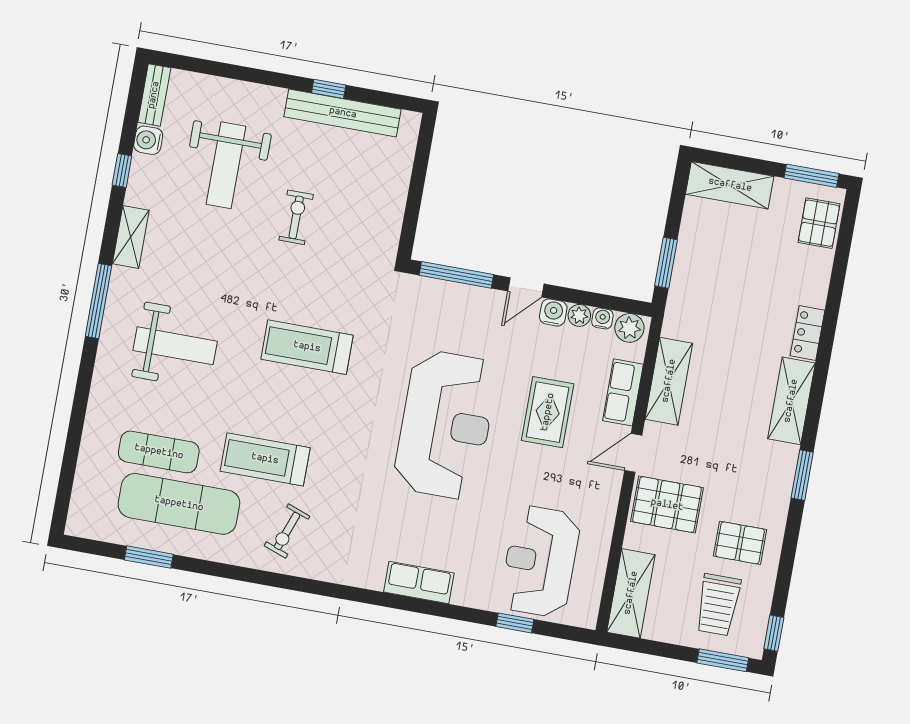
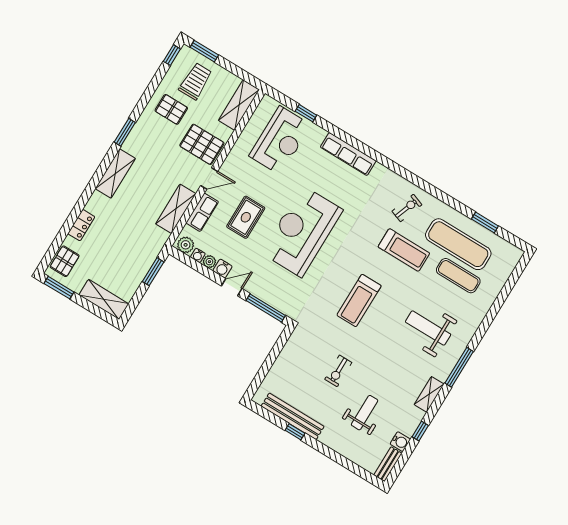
weight bench: (226, 165) -> (365, 413), width x0.73, depth x0.75
locker: (807, 333) -> (81, 225), moved
treadmill: (307, 347) -> (359, 300), turned 90
row of seats: (419, 582) -> (348, 154), width x1.48

